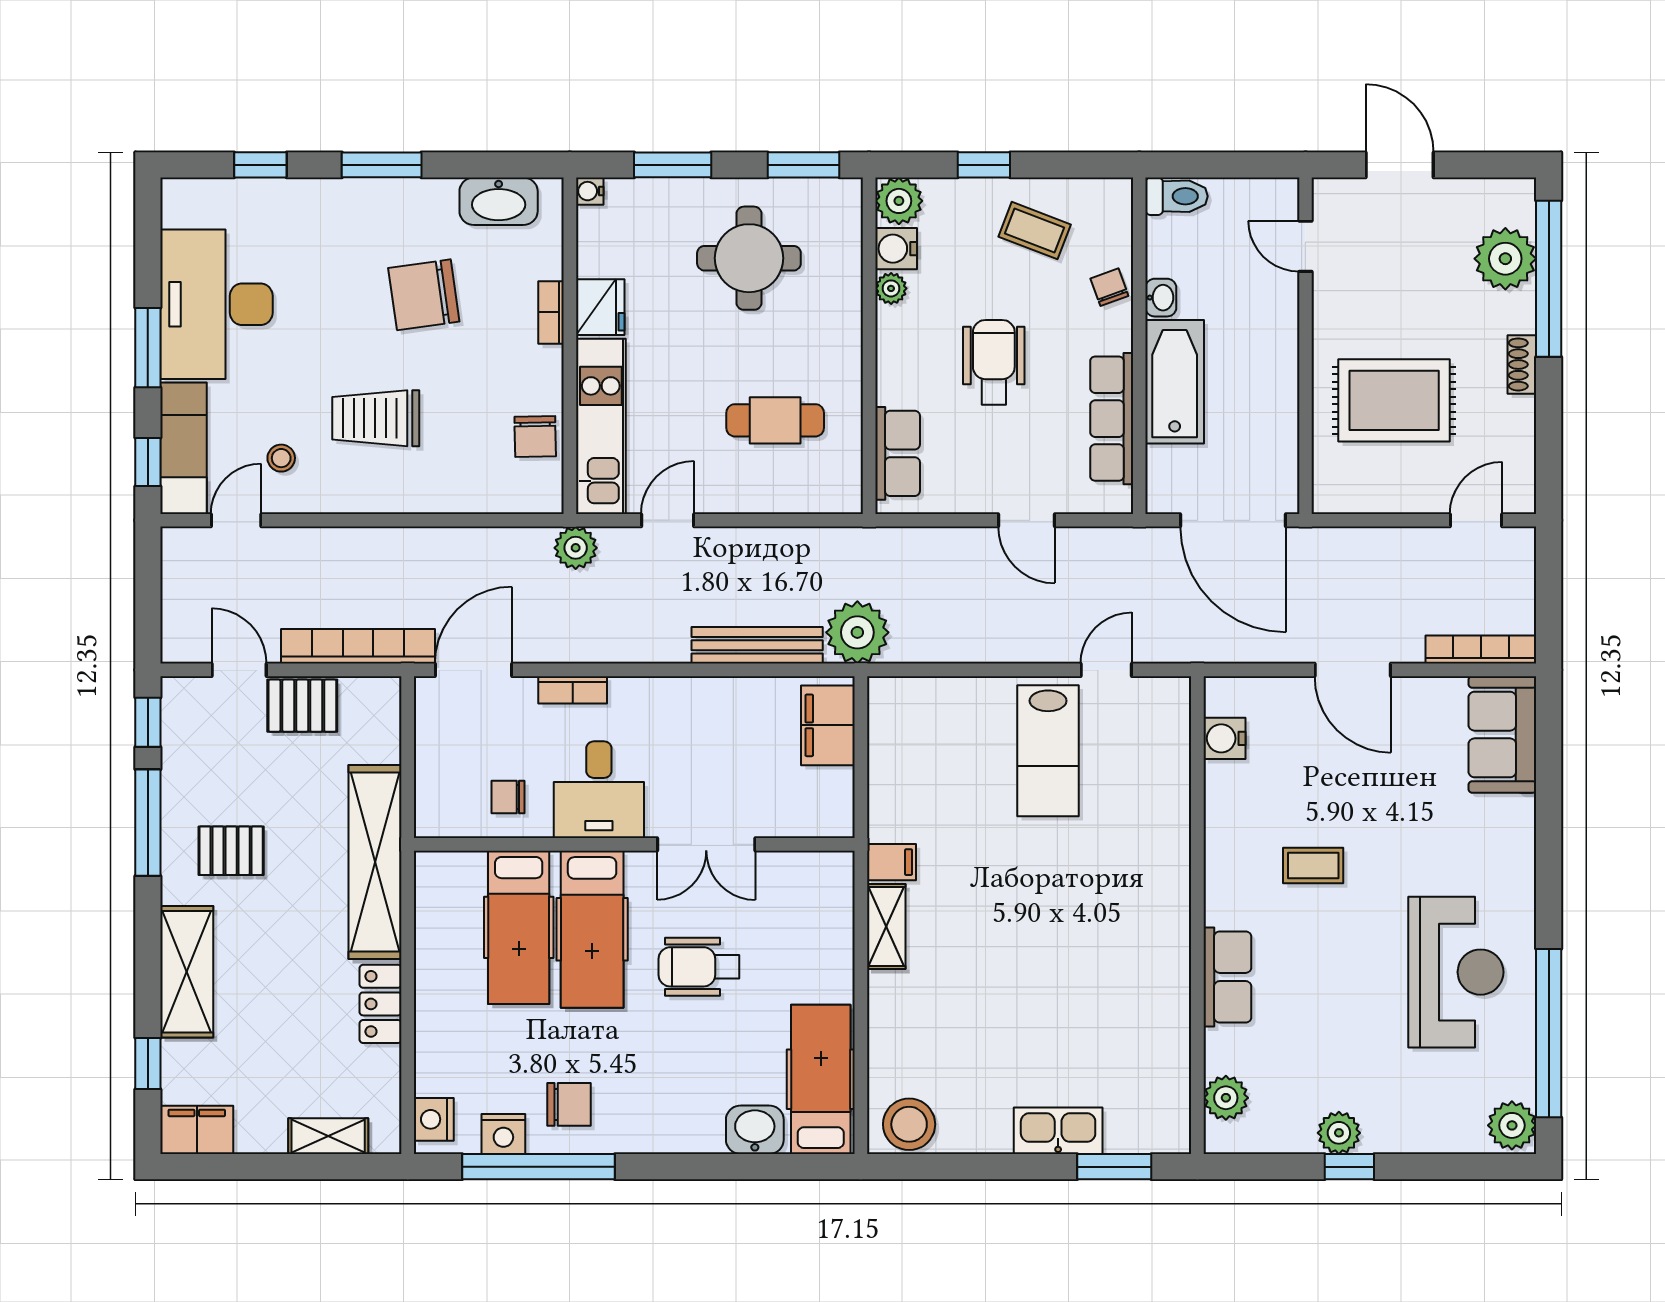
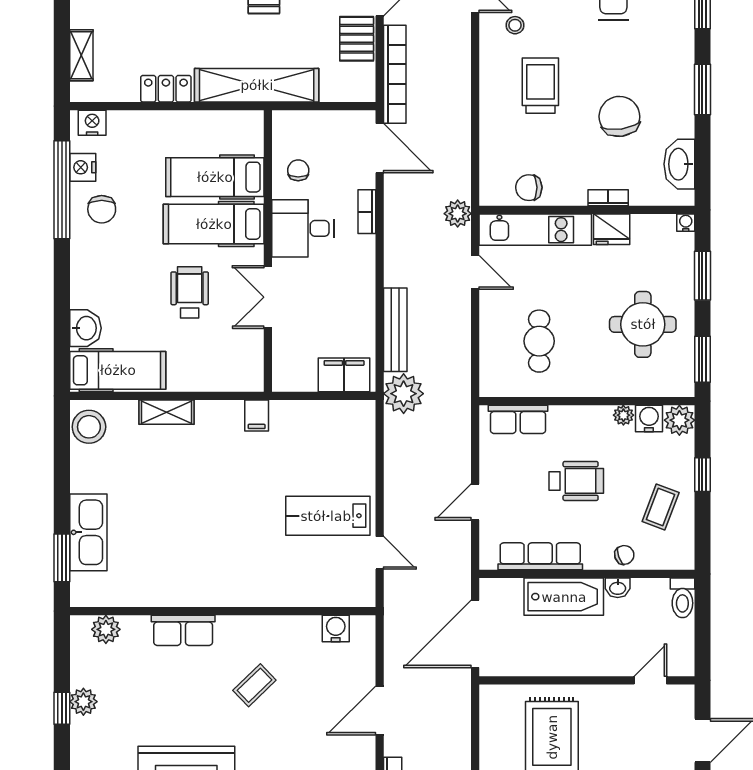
coffee table: (1313, 865) -> (254, 685), turned 46
shelving: (886, 926) -> (167, 412), moved
kitchen sink: (1058, 1131) -> (88, 532), width x1.36, depth x1.24

